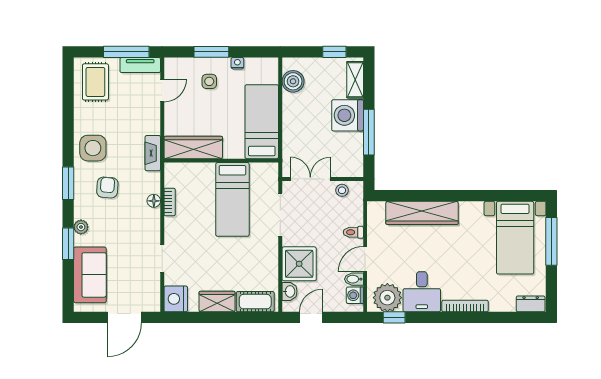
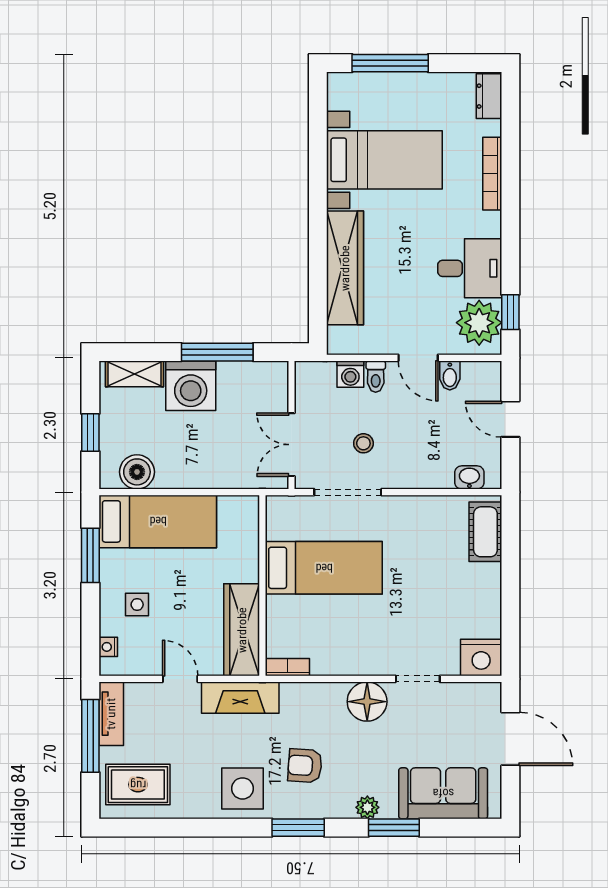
window: (211, 52) -> (90, 555), moved
window: (334, 52) -> (90, 432), moved
nightstand: (237, 63) -> (108, 647), moved
door: (162, 91) -> (180, 679), moved
bed: (262, 122) -> (158, 521), moved, turned 180
fireplace: (153, 153) -> (240, 698), width x1.37, depth x1.32
stool: (342, 190) -> (363, 443), moved
floor lamp: (154, 201) -> (367, 702), moved, width x1.89, depth x1.89
bookcase: (170, 202) -> (287, 667), moved
bed with nightstands: (515, 238) -> (384, 160), moved
shower: (299, 264) -> (426, 462), removed
washing machine: (355, 295) -> (350, 374), moved
wardrobe: (217, 302) -> (485, 592), removed
bookcase: (465, 306) -> (492, 174), moved
door: (311, 317) -> (510, 419), moved

